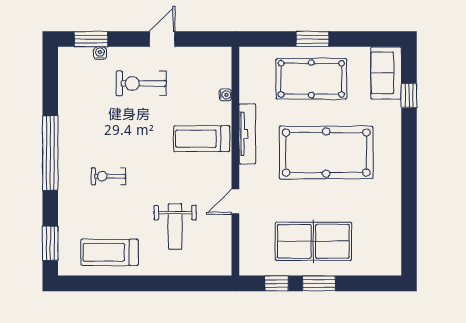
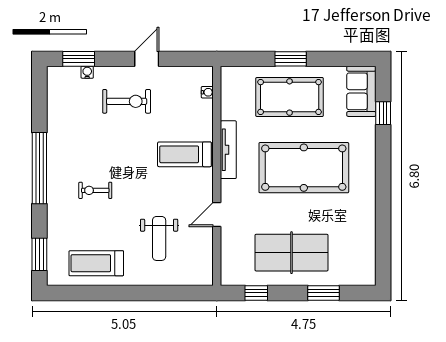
exercise bike: (141, 83) -> (127, 101), turned 180
water cooler: (225, 95) -> (207, 92), moved
window: (319, 283) -> (324, 293), moved

